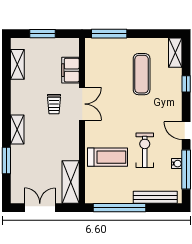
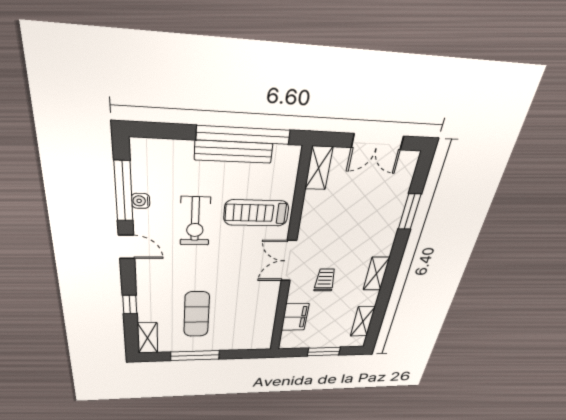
window: (109, 34) -> (195, 356), moved
double door: (82, 104) -> (289, 261), moved
shelving: (17, 130) -> (376, 274), moved
shelving: (71, 182) -> (319, 168), width x0.67, depth x0.75
bench: (155, 197) -> (234, 152), moved

